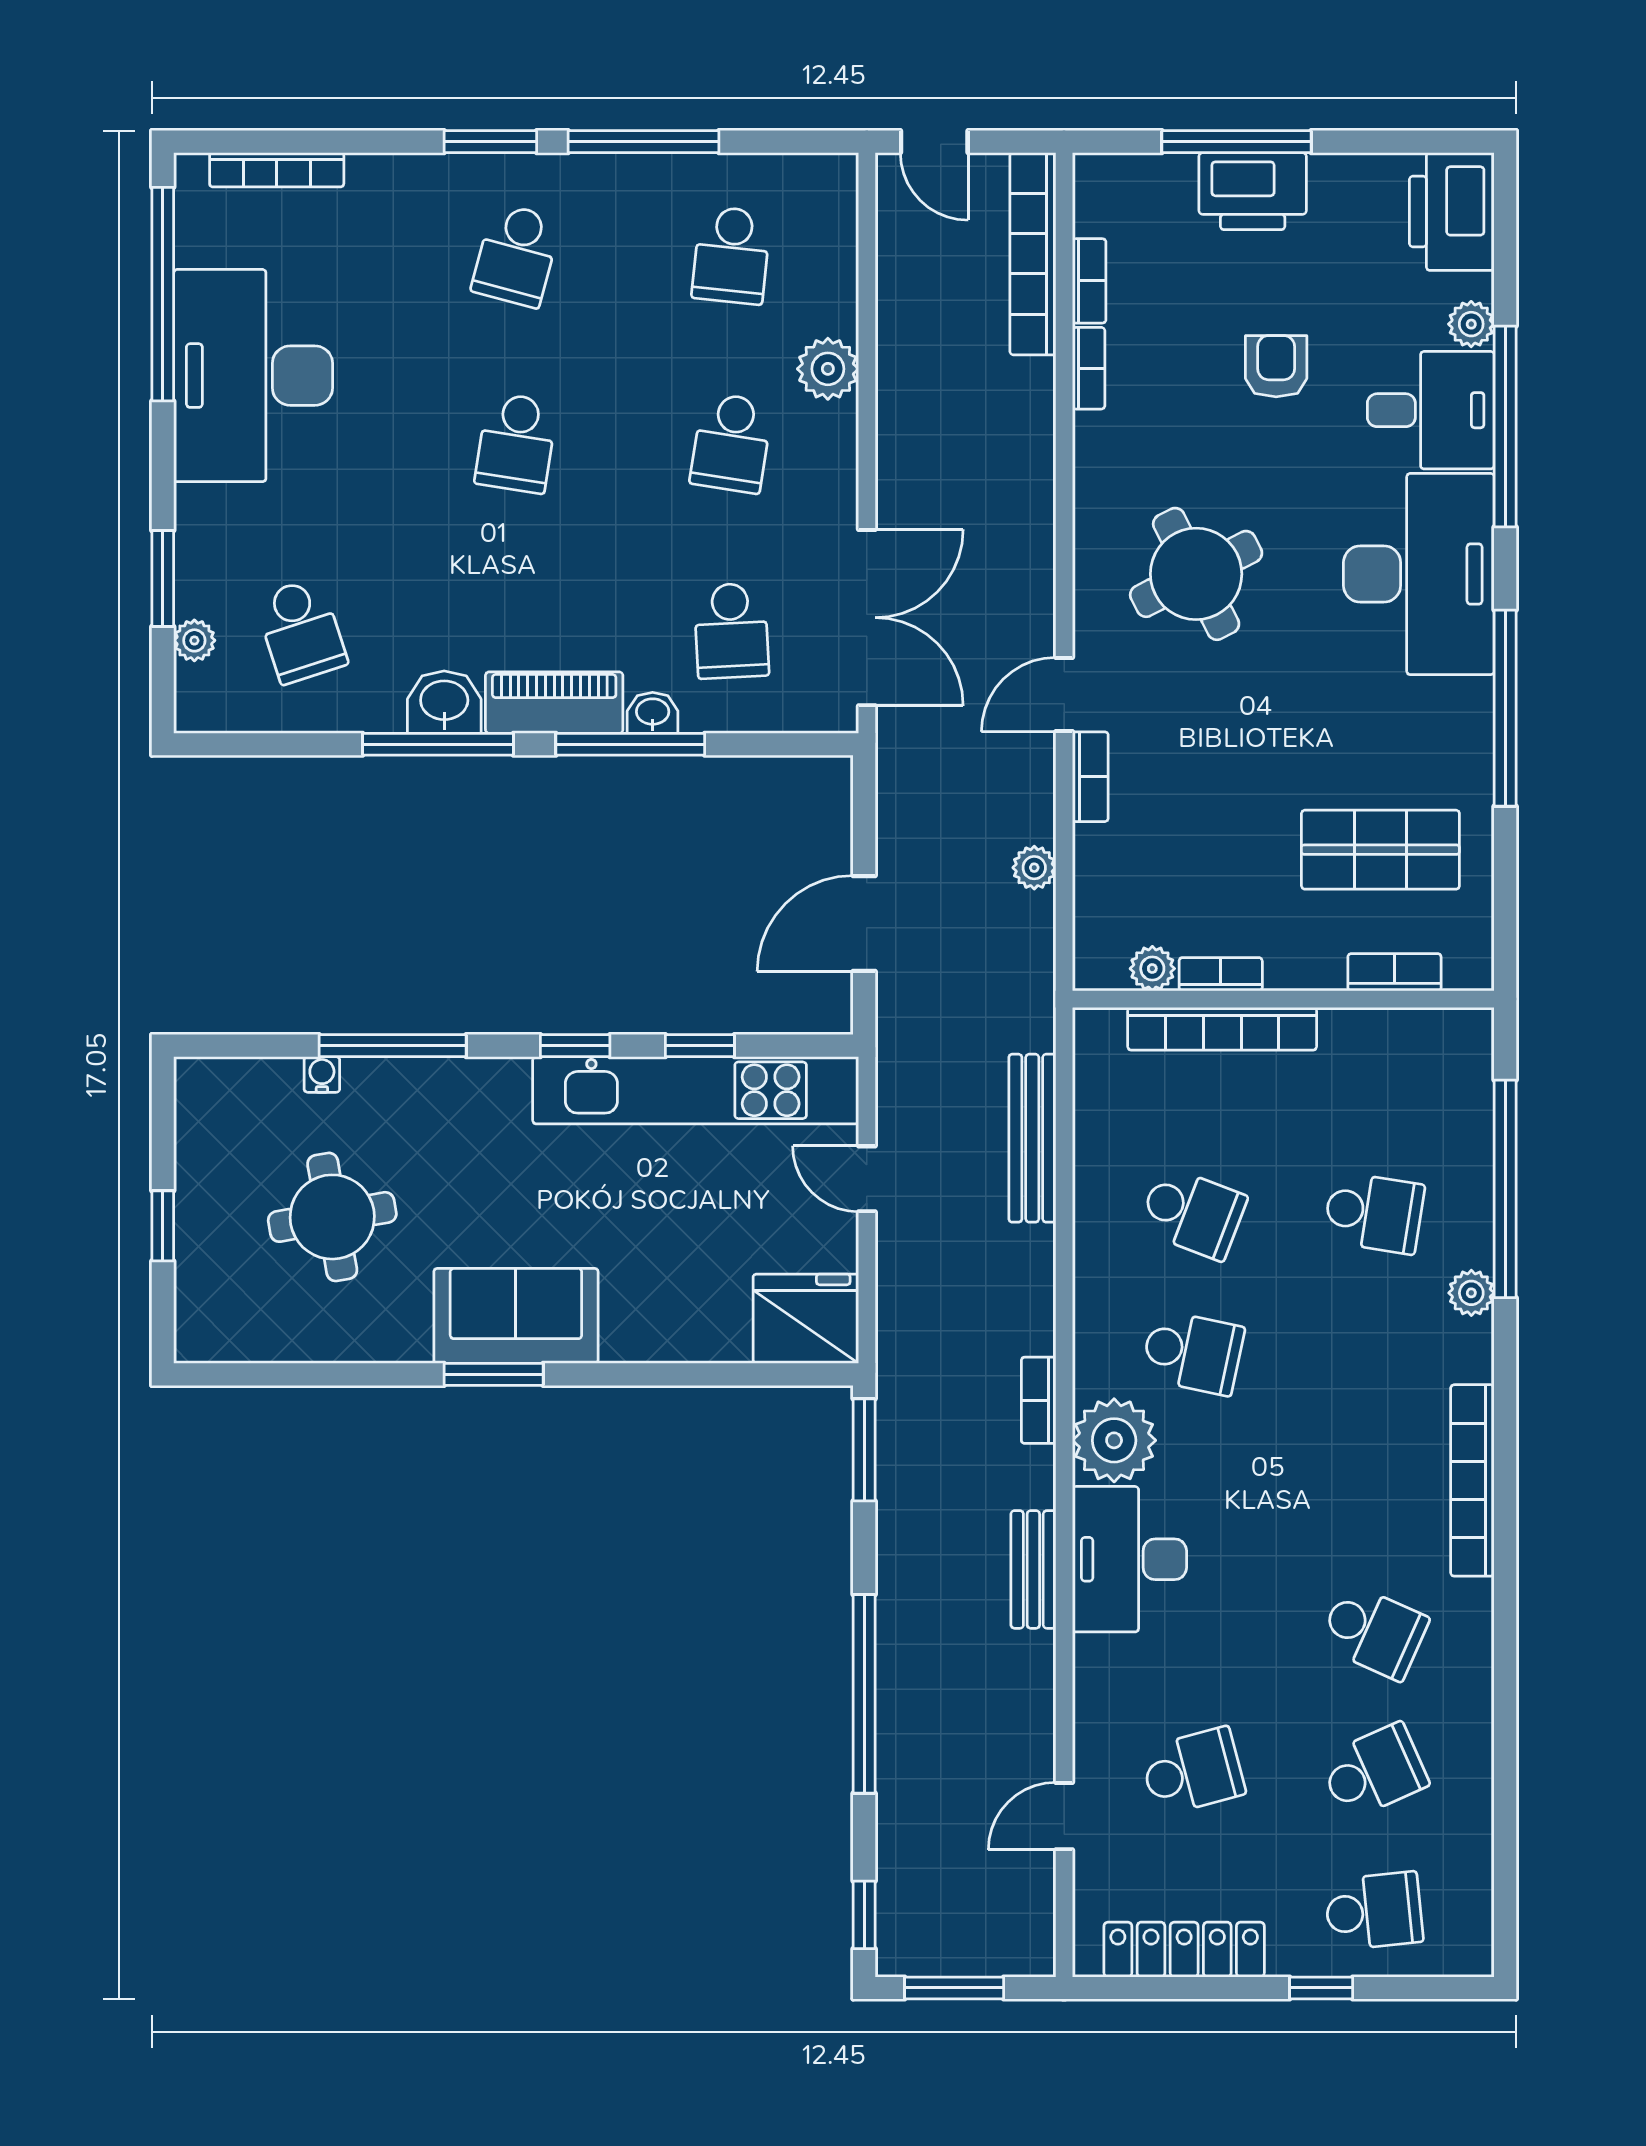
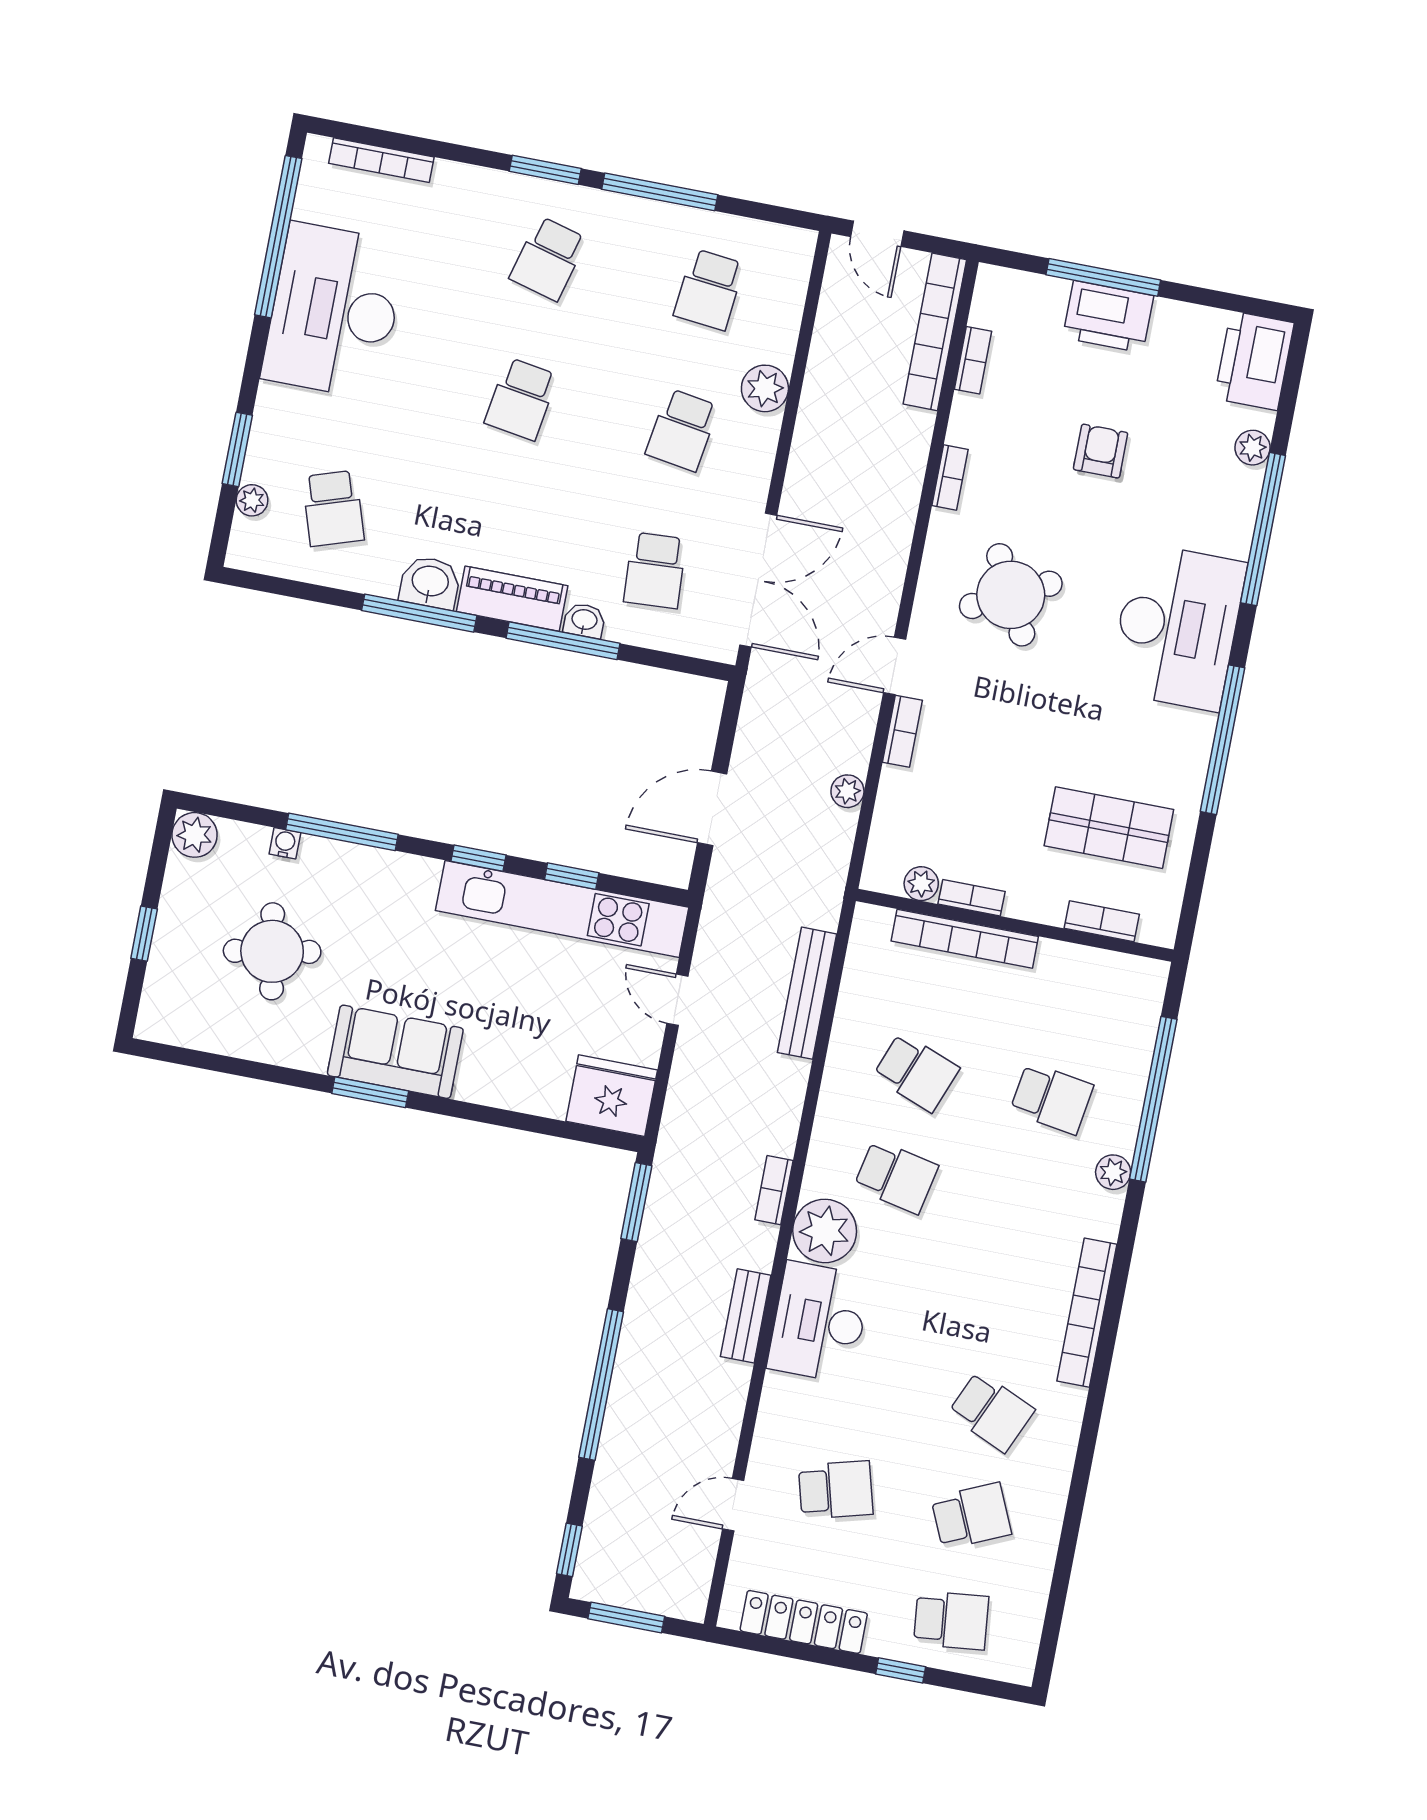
bookcase: (1089, 368) -> (950, 477), moved
desk: (1431, 410) -> (1210, 506), removed
plant: (203, 1086) -> (195, 835), added

